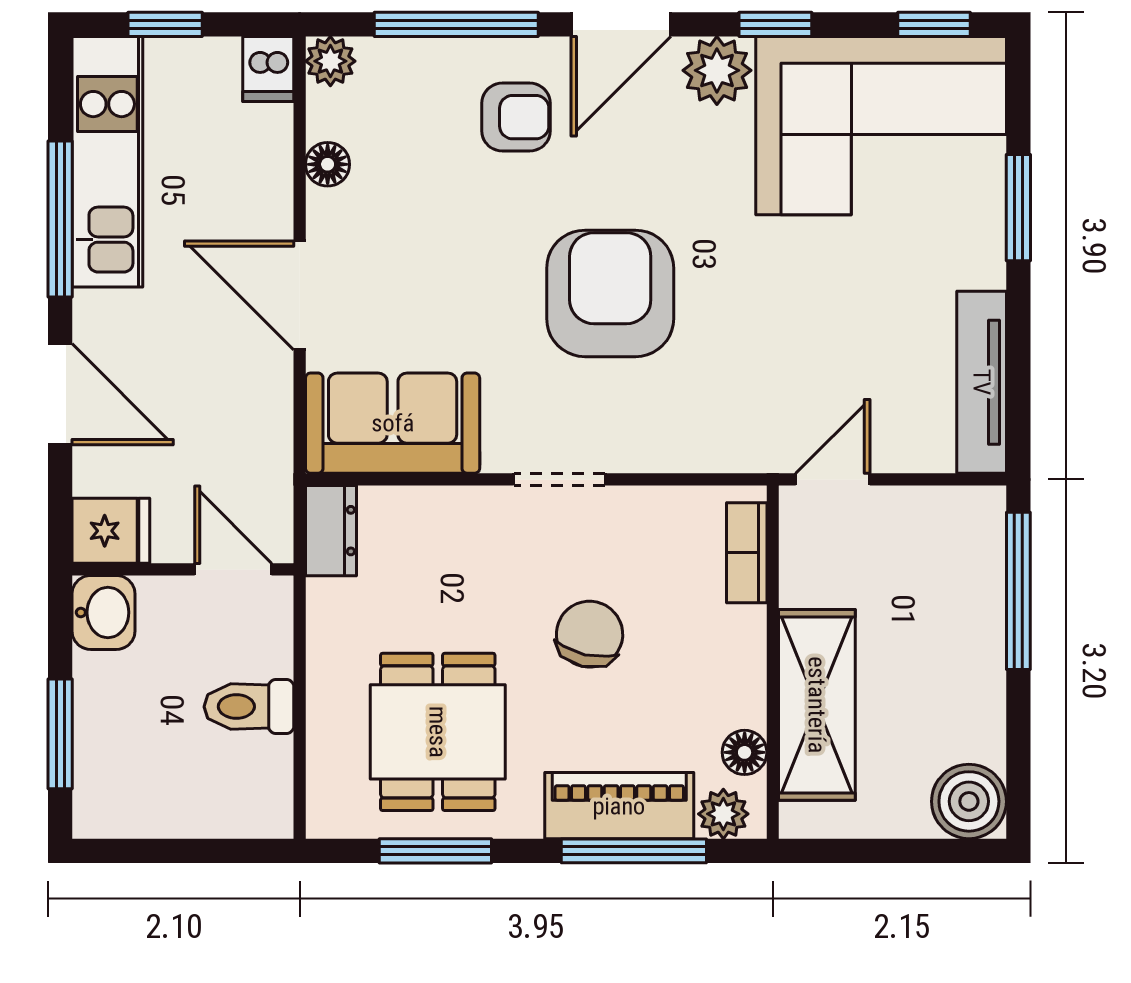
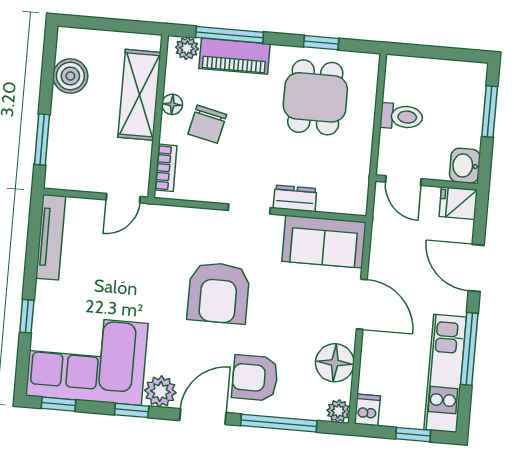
armchair: (516, 117) -> (255, 378), width x1.38, depth x1.38
floor lamp: (328, 164) -> (335, 363), width x1.89, depth x1.89
window: (1018, 208) -> (27, 316), width x0.67
dresser: (331, 531) -> (295, 198), moved, turned 90
window: (1018, 591) -> (42, 139), width x0.69
chair: (590, 634) -> (207, 124), moved
floor lamp: (745, 752) -> (172, 104), moved
boiler: (969, 801) -> (70, 76), moved
window: (435, 851) -> (321, 43), width x0.67

